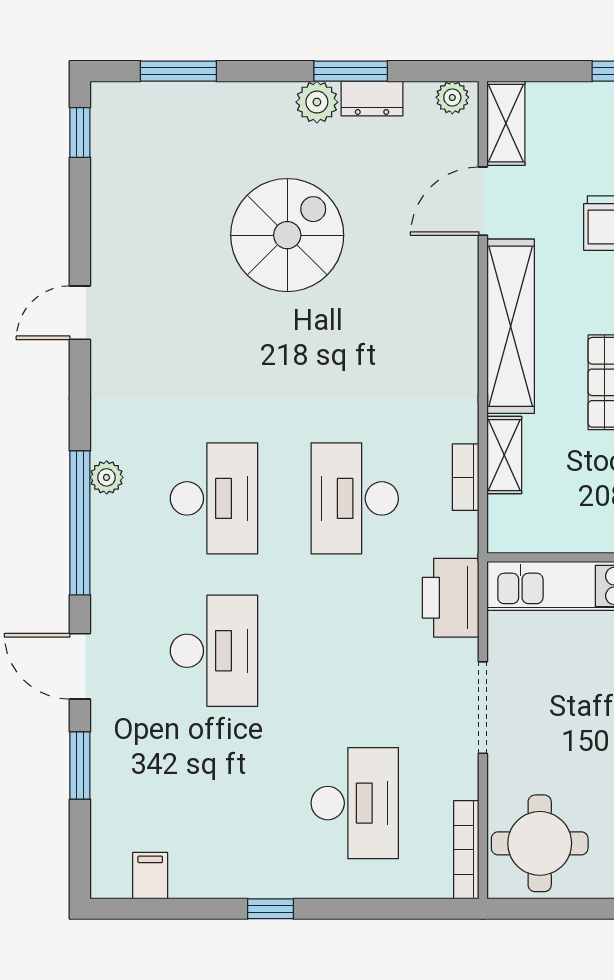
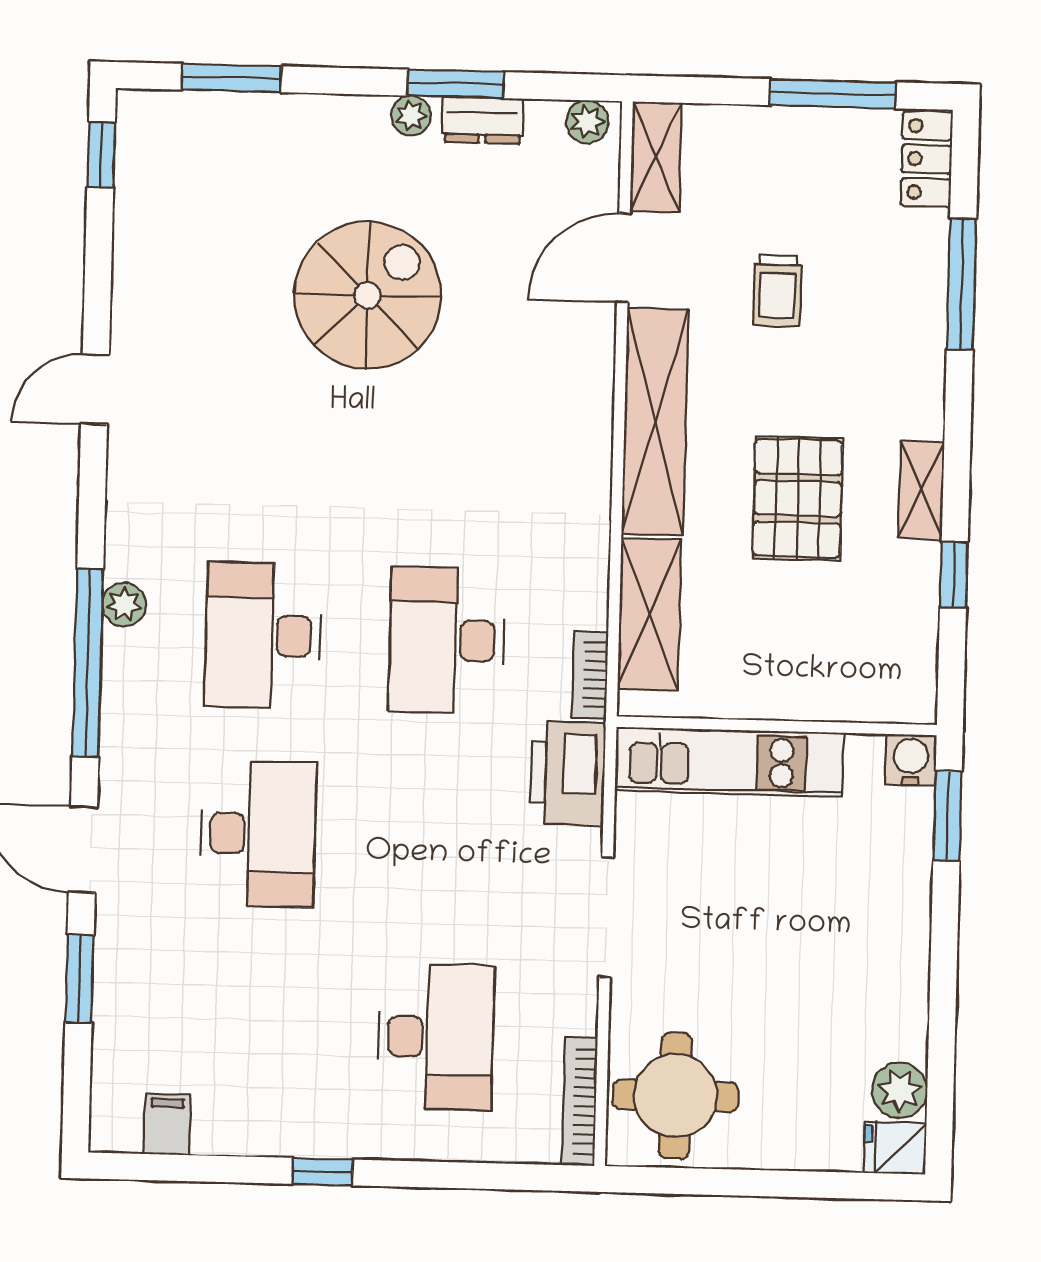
plant: (317, 102) -> (411, 116), width x0.73, depth x0.73
shelving: (504, 455) -> (649, 614), width x1.50, depth x1.33
bookcase: (466, 477) -> (590, 675), moved
desk: (214, 498) -> (263, 635), turned 180

